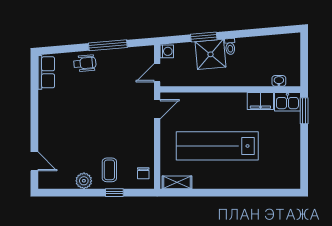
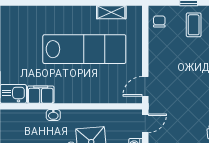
washbasin: (279, 81) -> (53, 115), moved
shelving: (177, 182) -> (111, 12), moved

